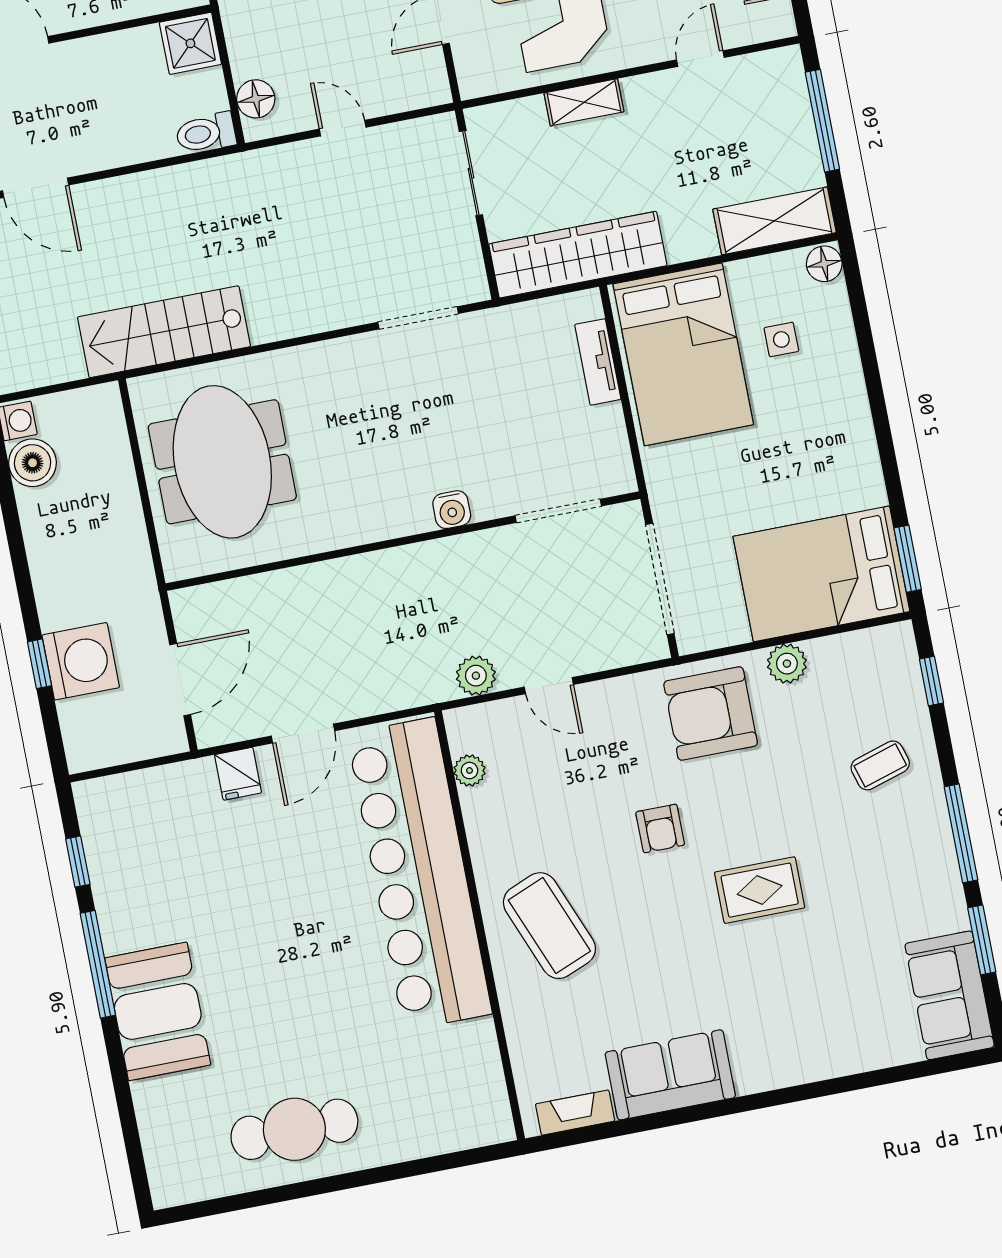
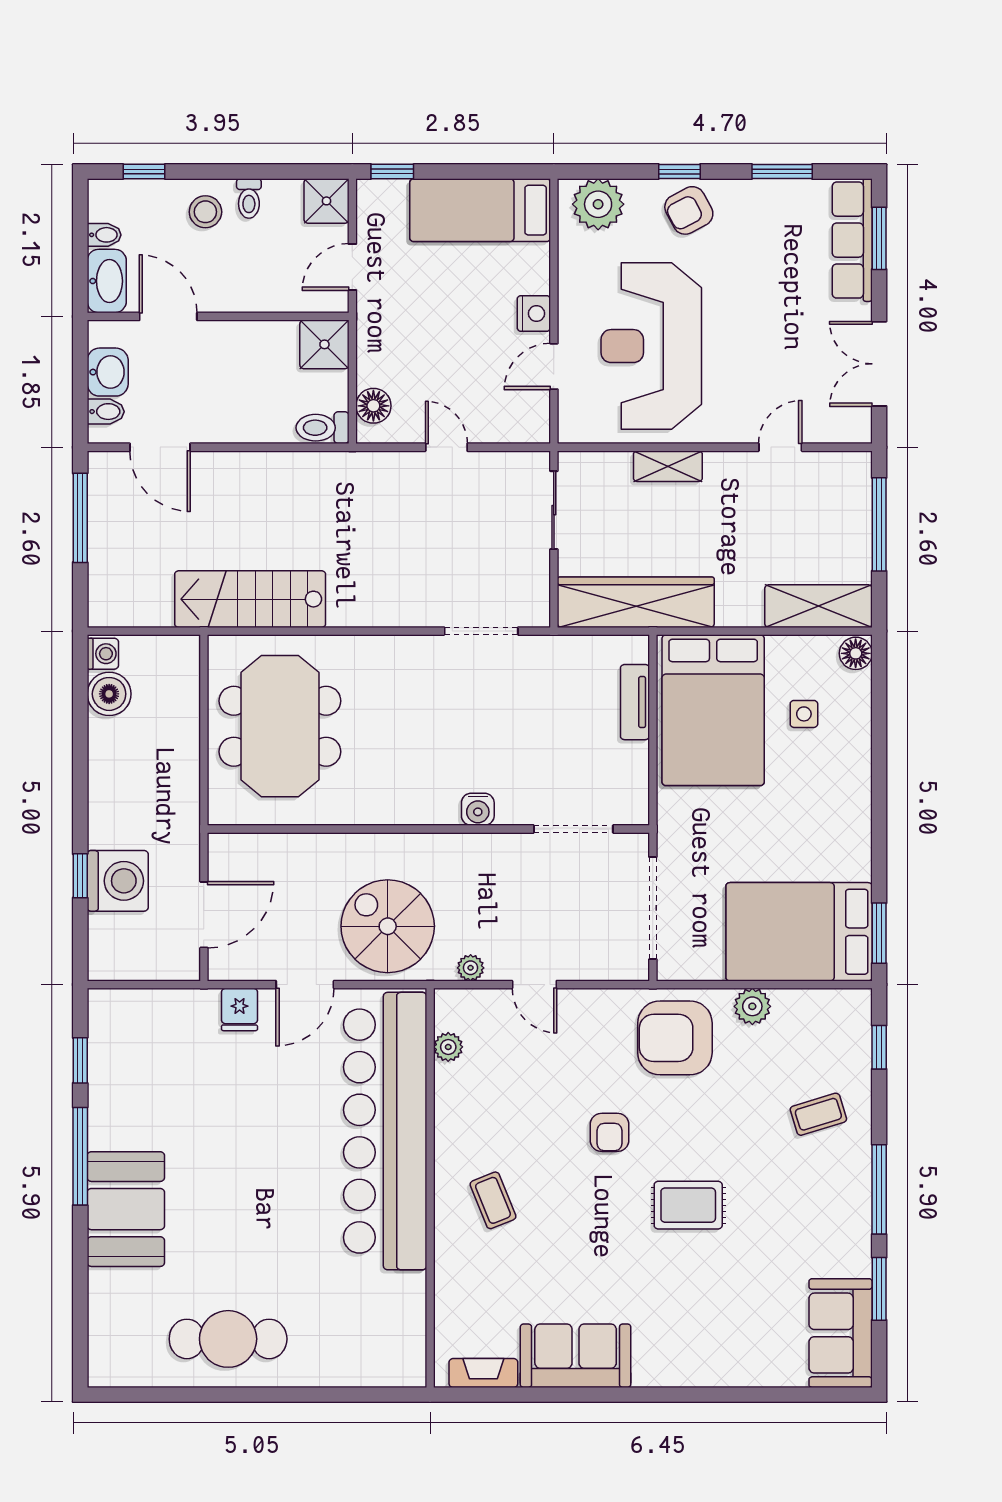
spiral stairs: (380, 654) -> (388, 926), added
plant: (476, 676) -> (471, 968), width x0.73, depth x0.73
coffee table: (549, 926) -> (493, 1200), width x0.54, depth x0.58

